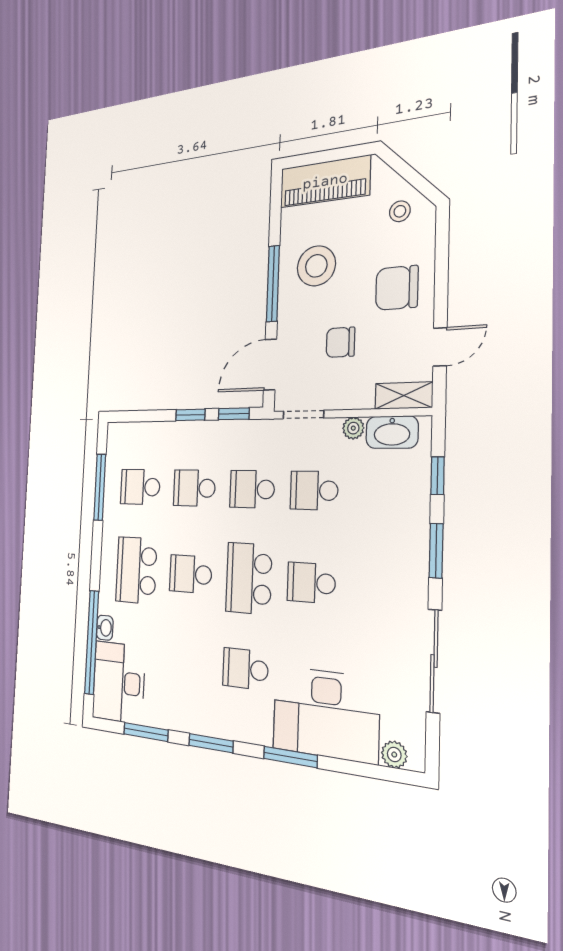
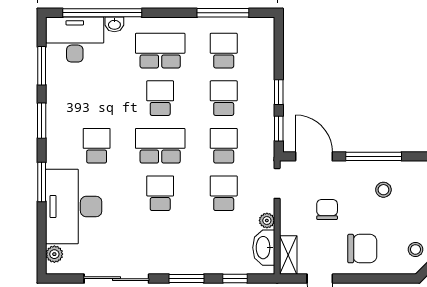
stool: (316, 266) -> (383, 190), width x0.53, depth x0.53
chair: (397, 288) -> (362, 249), turned 90

